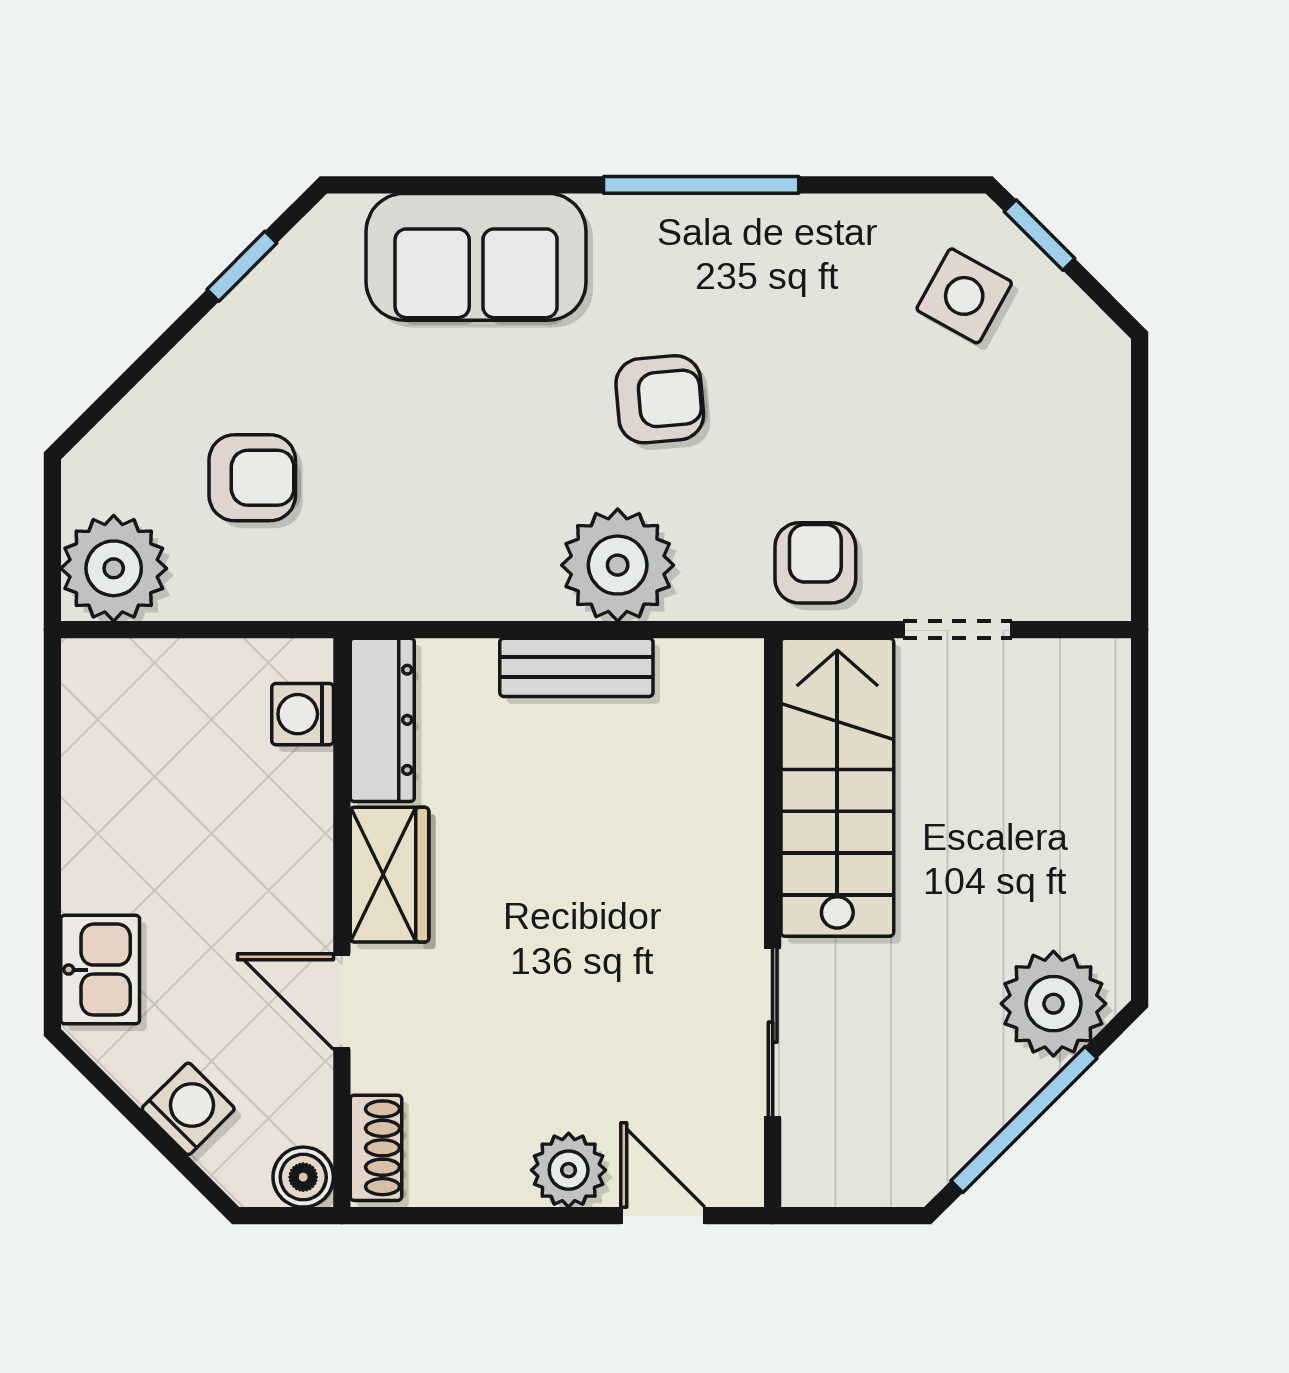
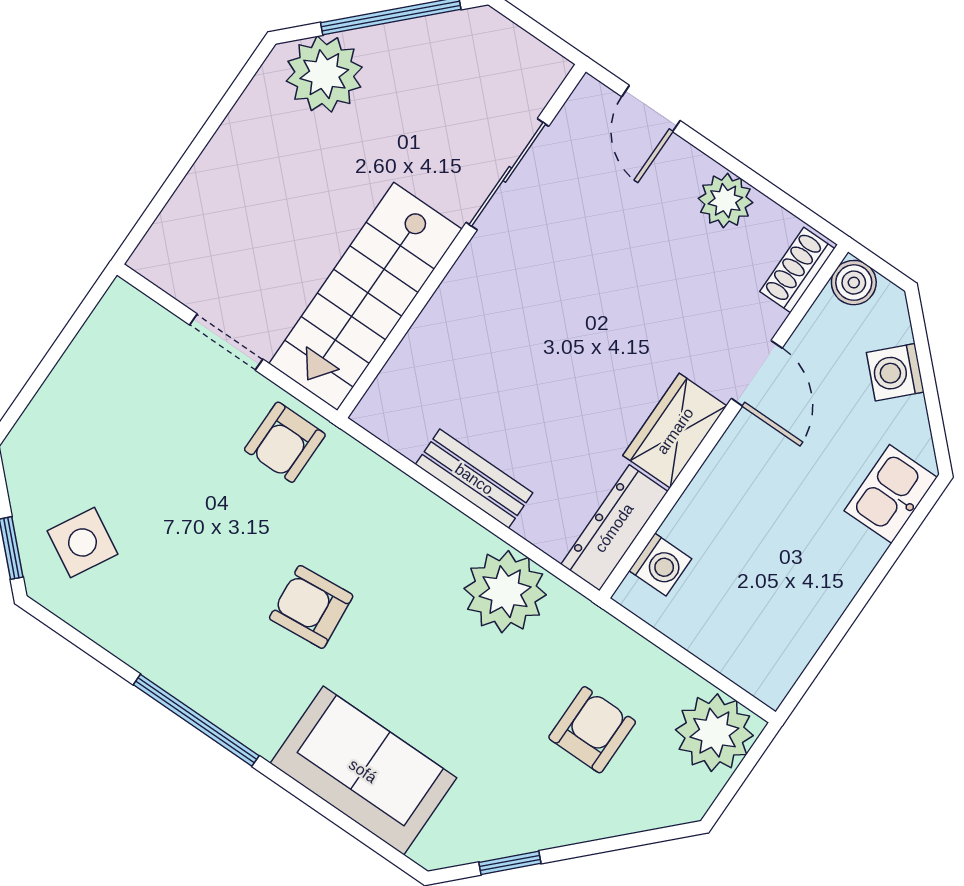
armchair: (252, 478) -> (592, 730), turned 90
plant: (618, 565) -> (505, 592), moved
plant: (569, 1170) -> (725, 201), moved

